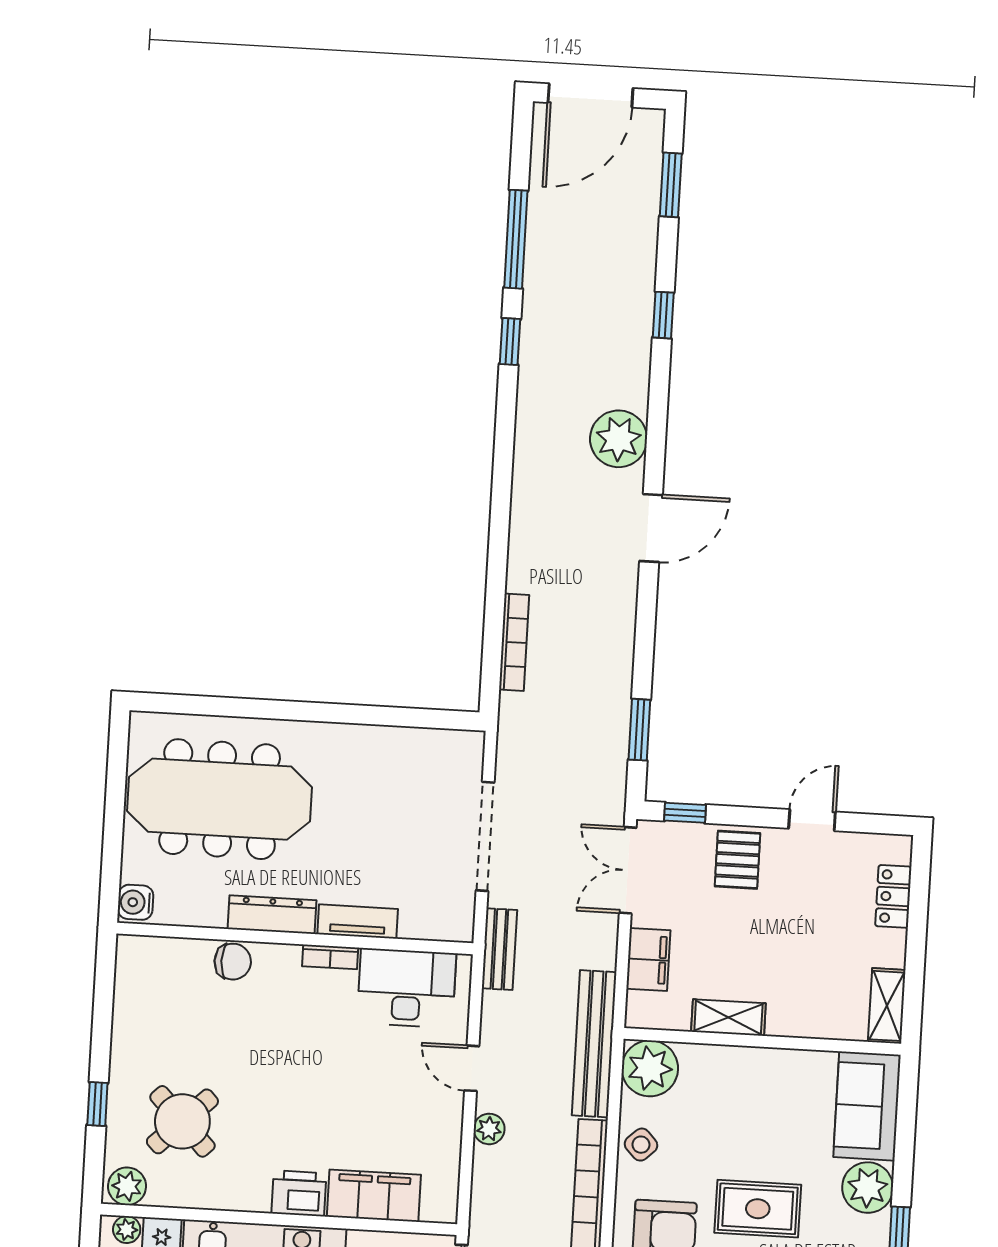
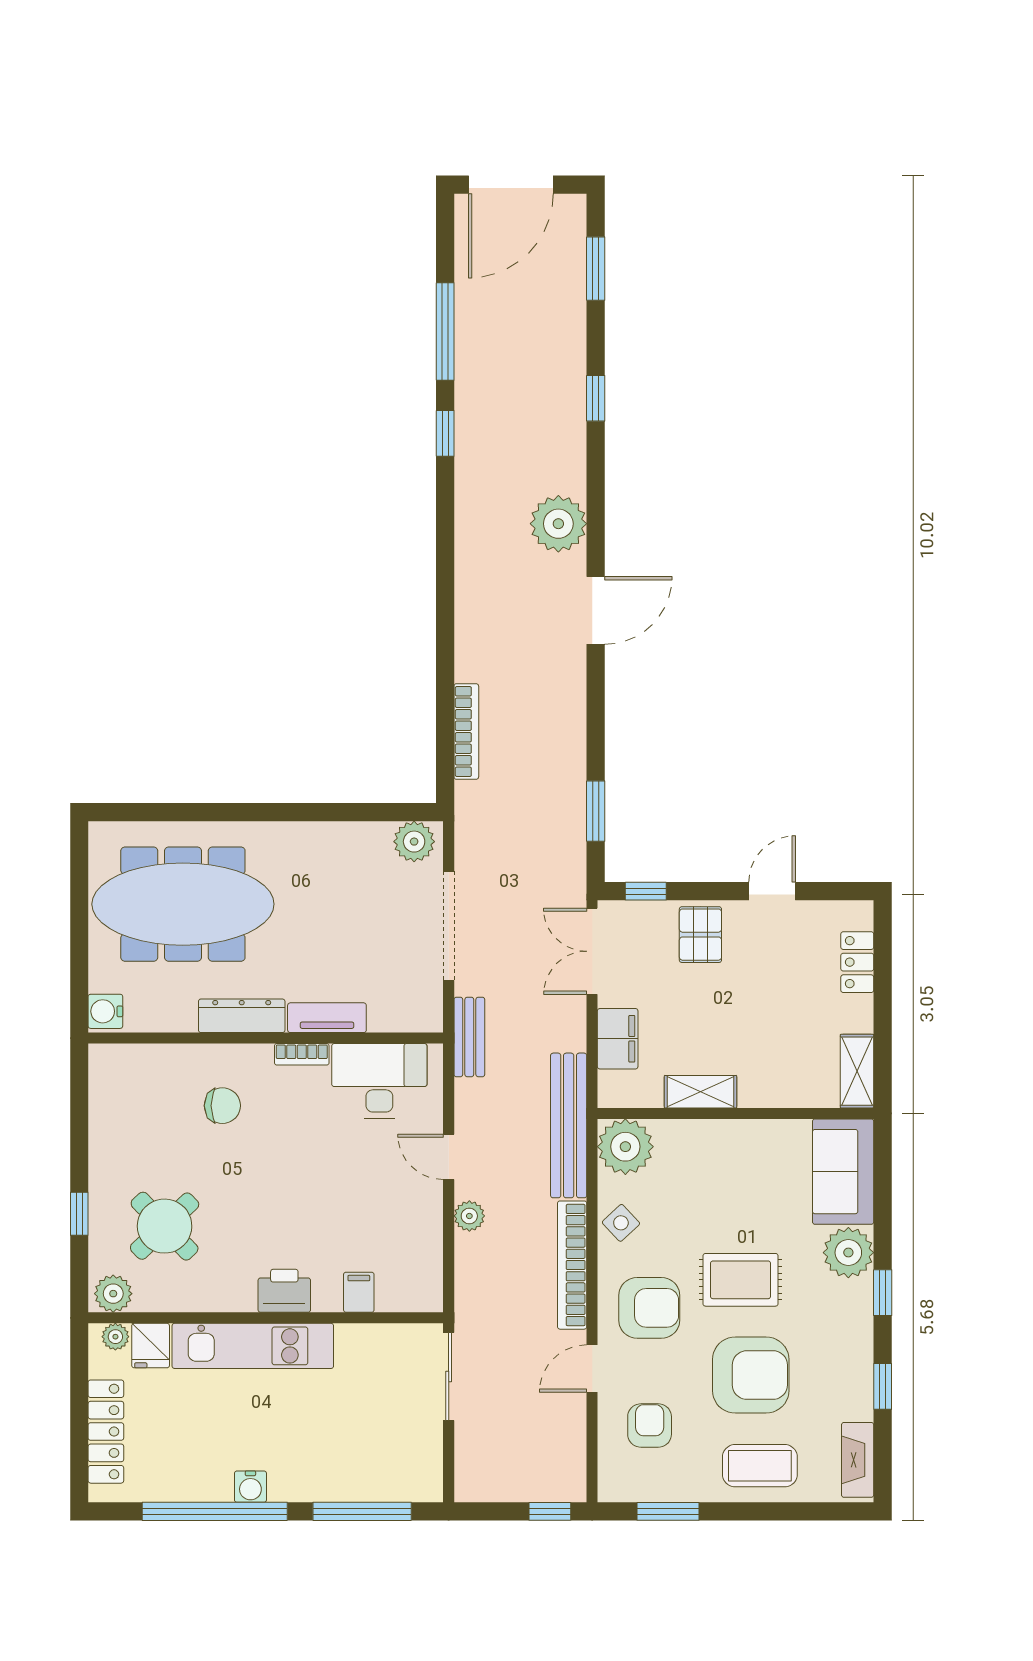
plant: (455, 750) -> (414, 842), added
chair: (233, 962) -> (222, 1106), moved
filing cabinet: (374, 1196) -> (359, 1292), width x0.33, depth x0.86

